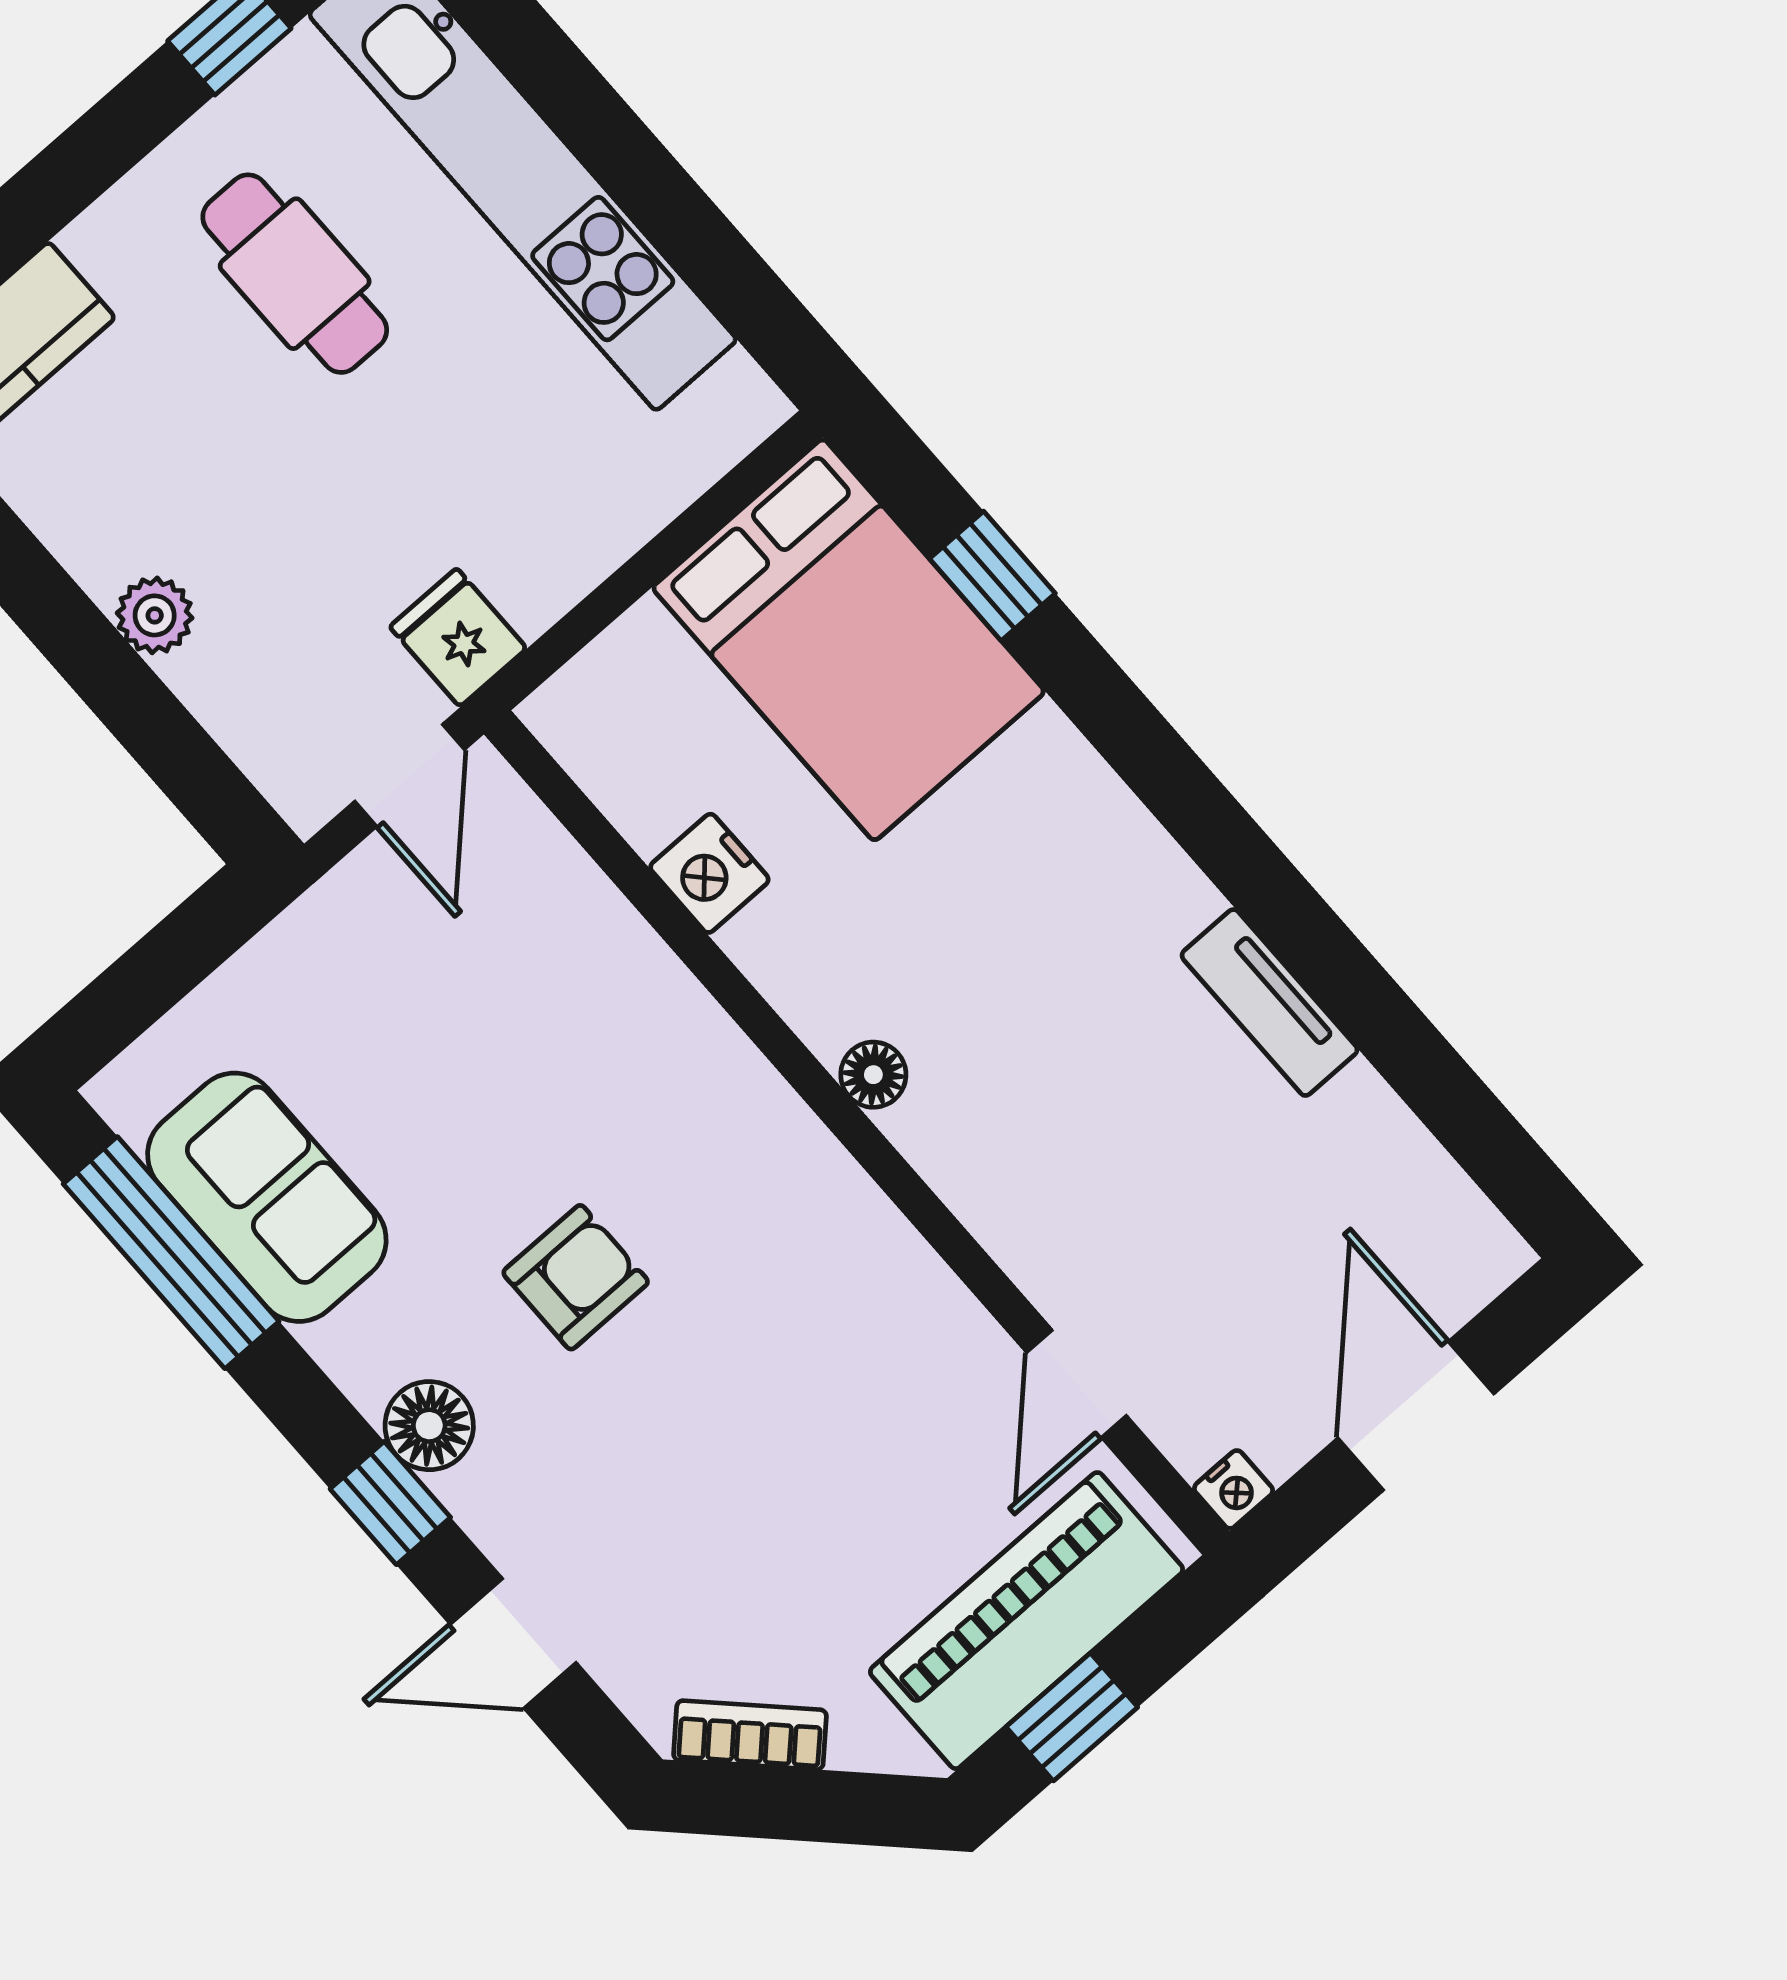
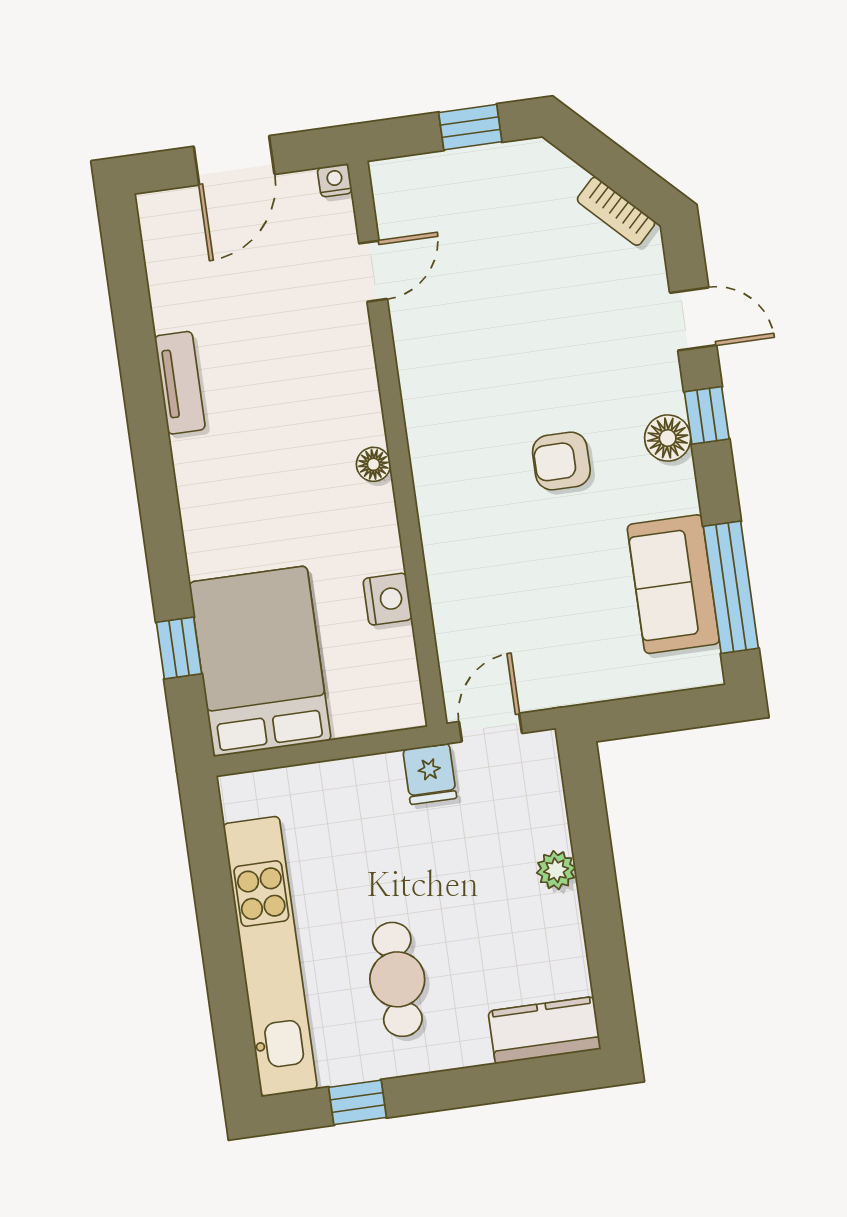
piano: (1027, 1621) -> (463, 182), removed

